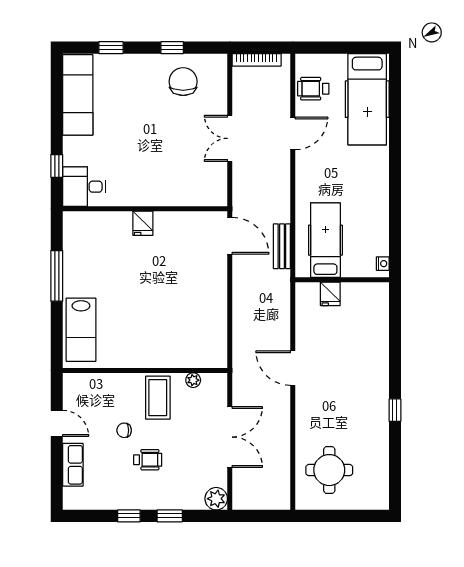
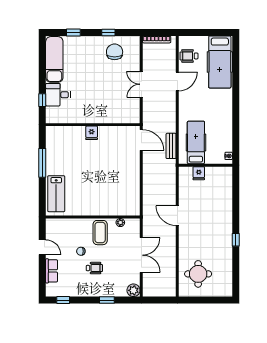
desk: (84, 187) -> (58, 95), moved
window: (129, 516) -> (63, 300), moved

